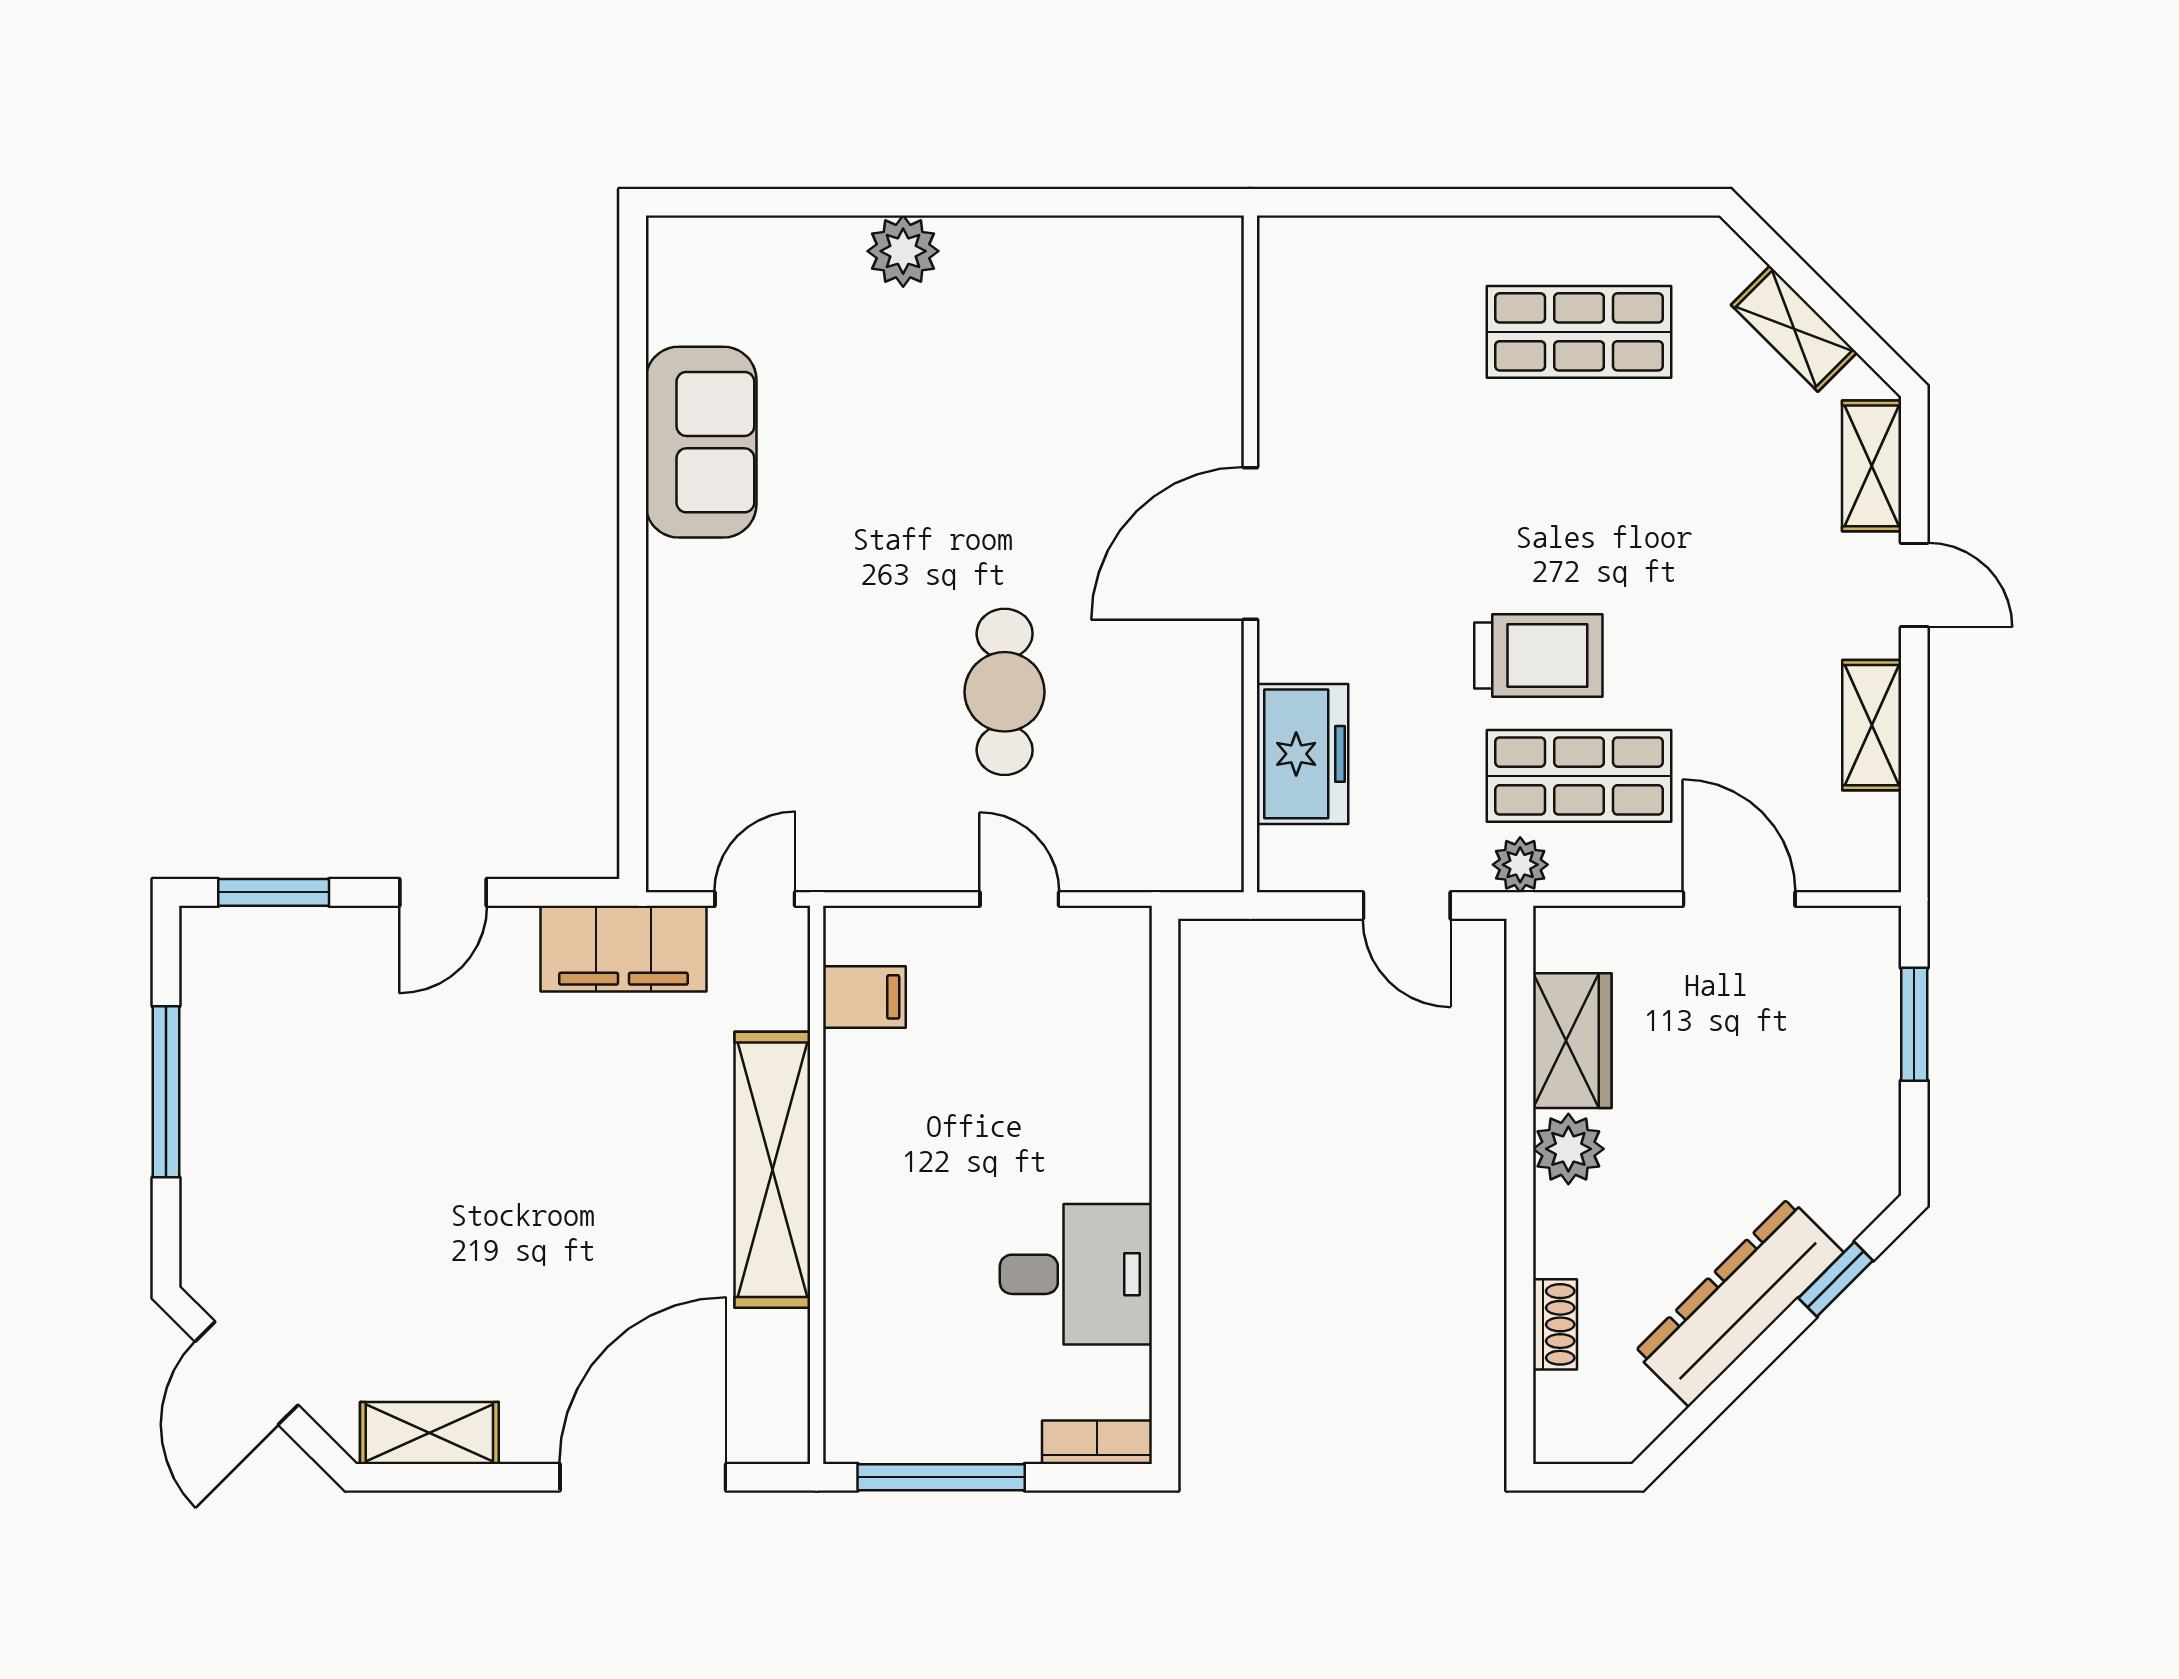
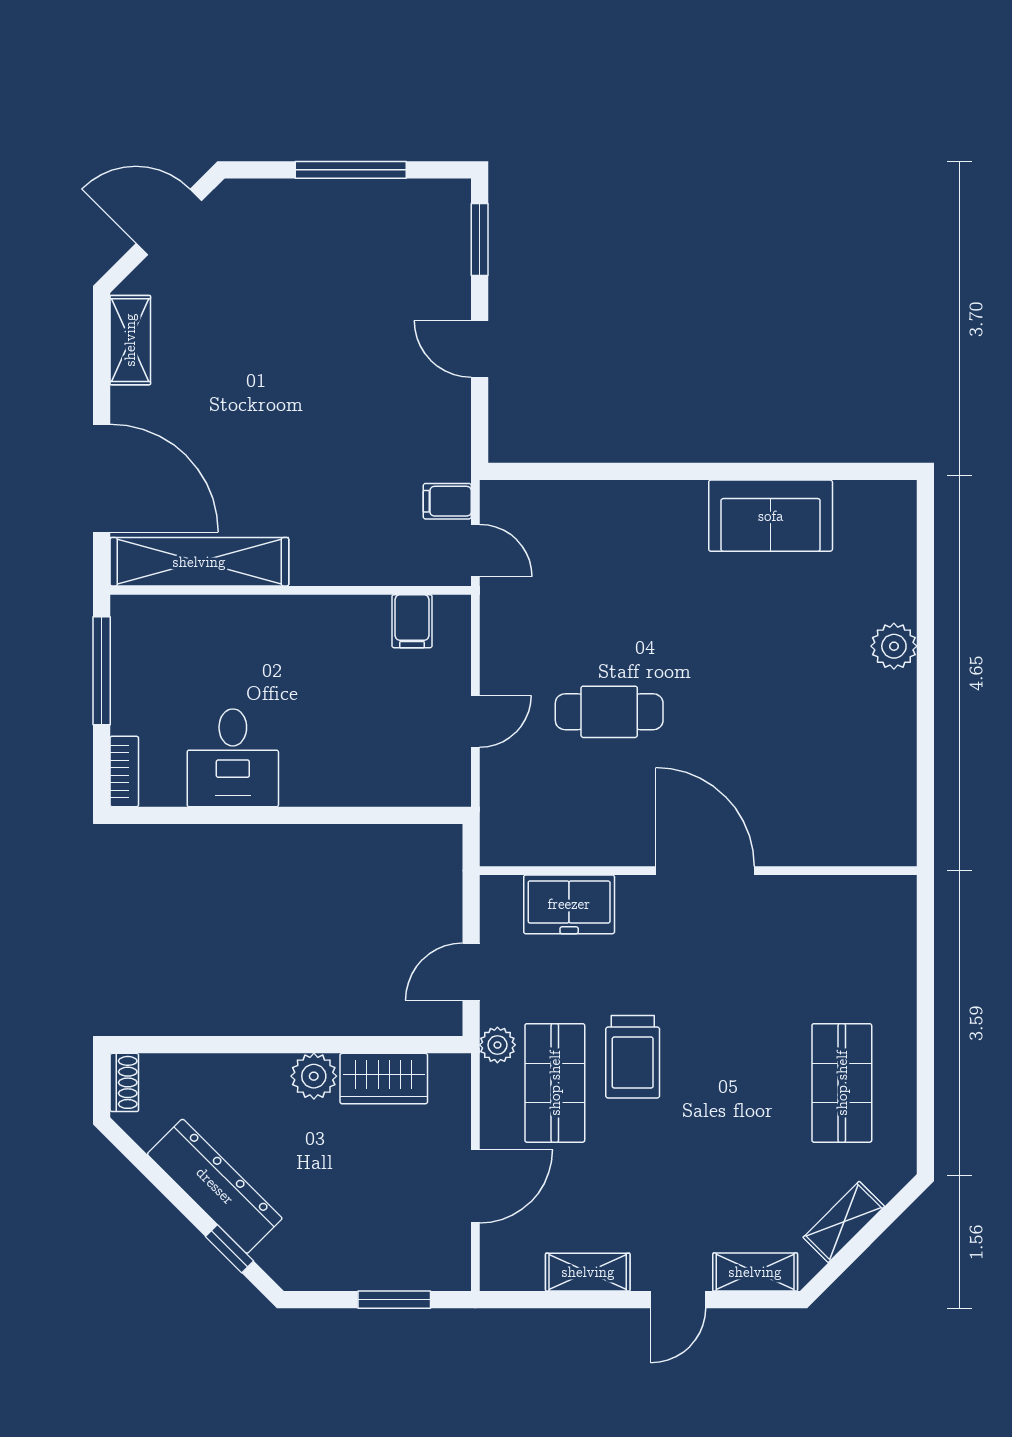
filing cabinet: (623, 949) -> (447, 501), width x0.33, depth x0.86
shelving: (772, 1170) -> (199, 562), moved
shoe rack: (1555, 1324) -> (124, 1082), moved, turned -90

